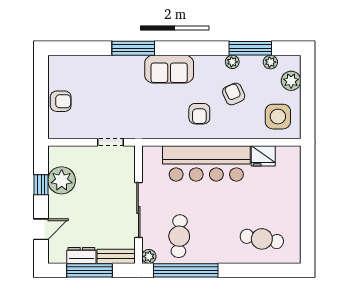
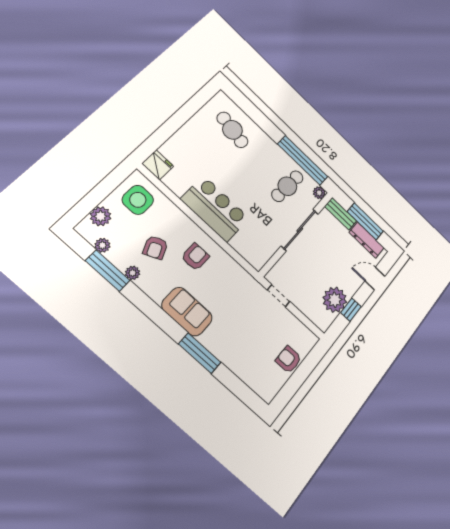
fridge: (263, 156) -> (158, 165), moved
bar counter: (206, 163) -> (215, 209), width x0.73
dresser: (81, 255) -> (367, 240), width x1.44

